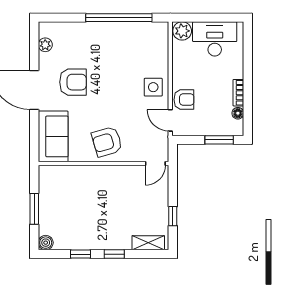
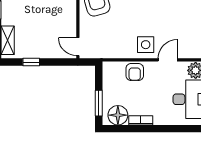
floor lamp: (238, 113) -> (118, 115), width x1.89, depth x1.89
door: (170, 120) -> (168, 60), moved

